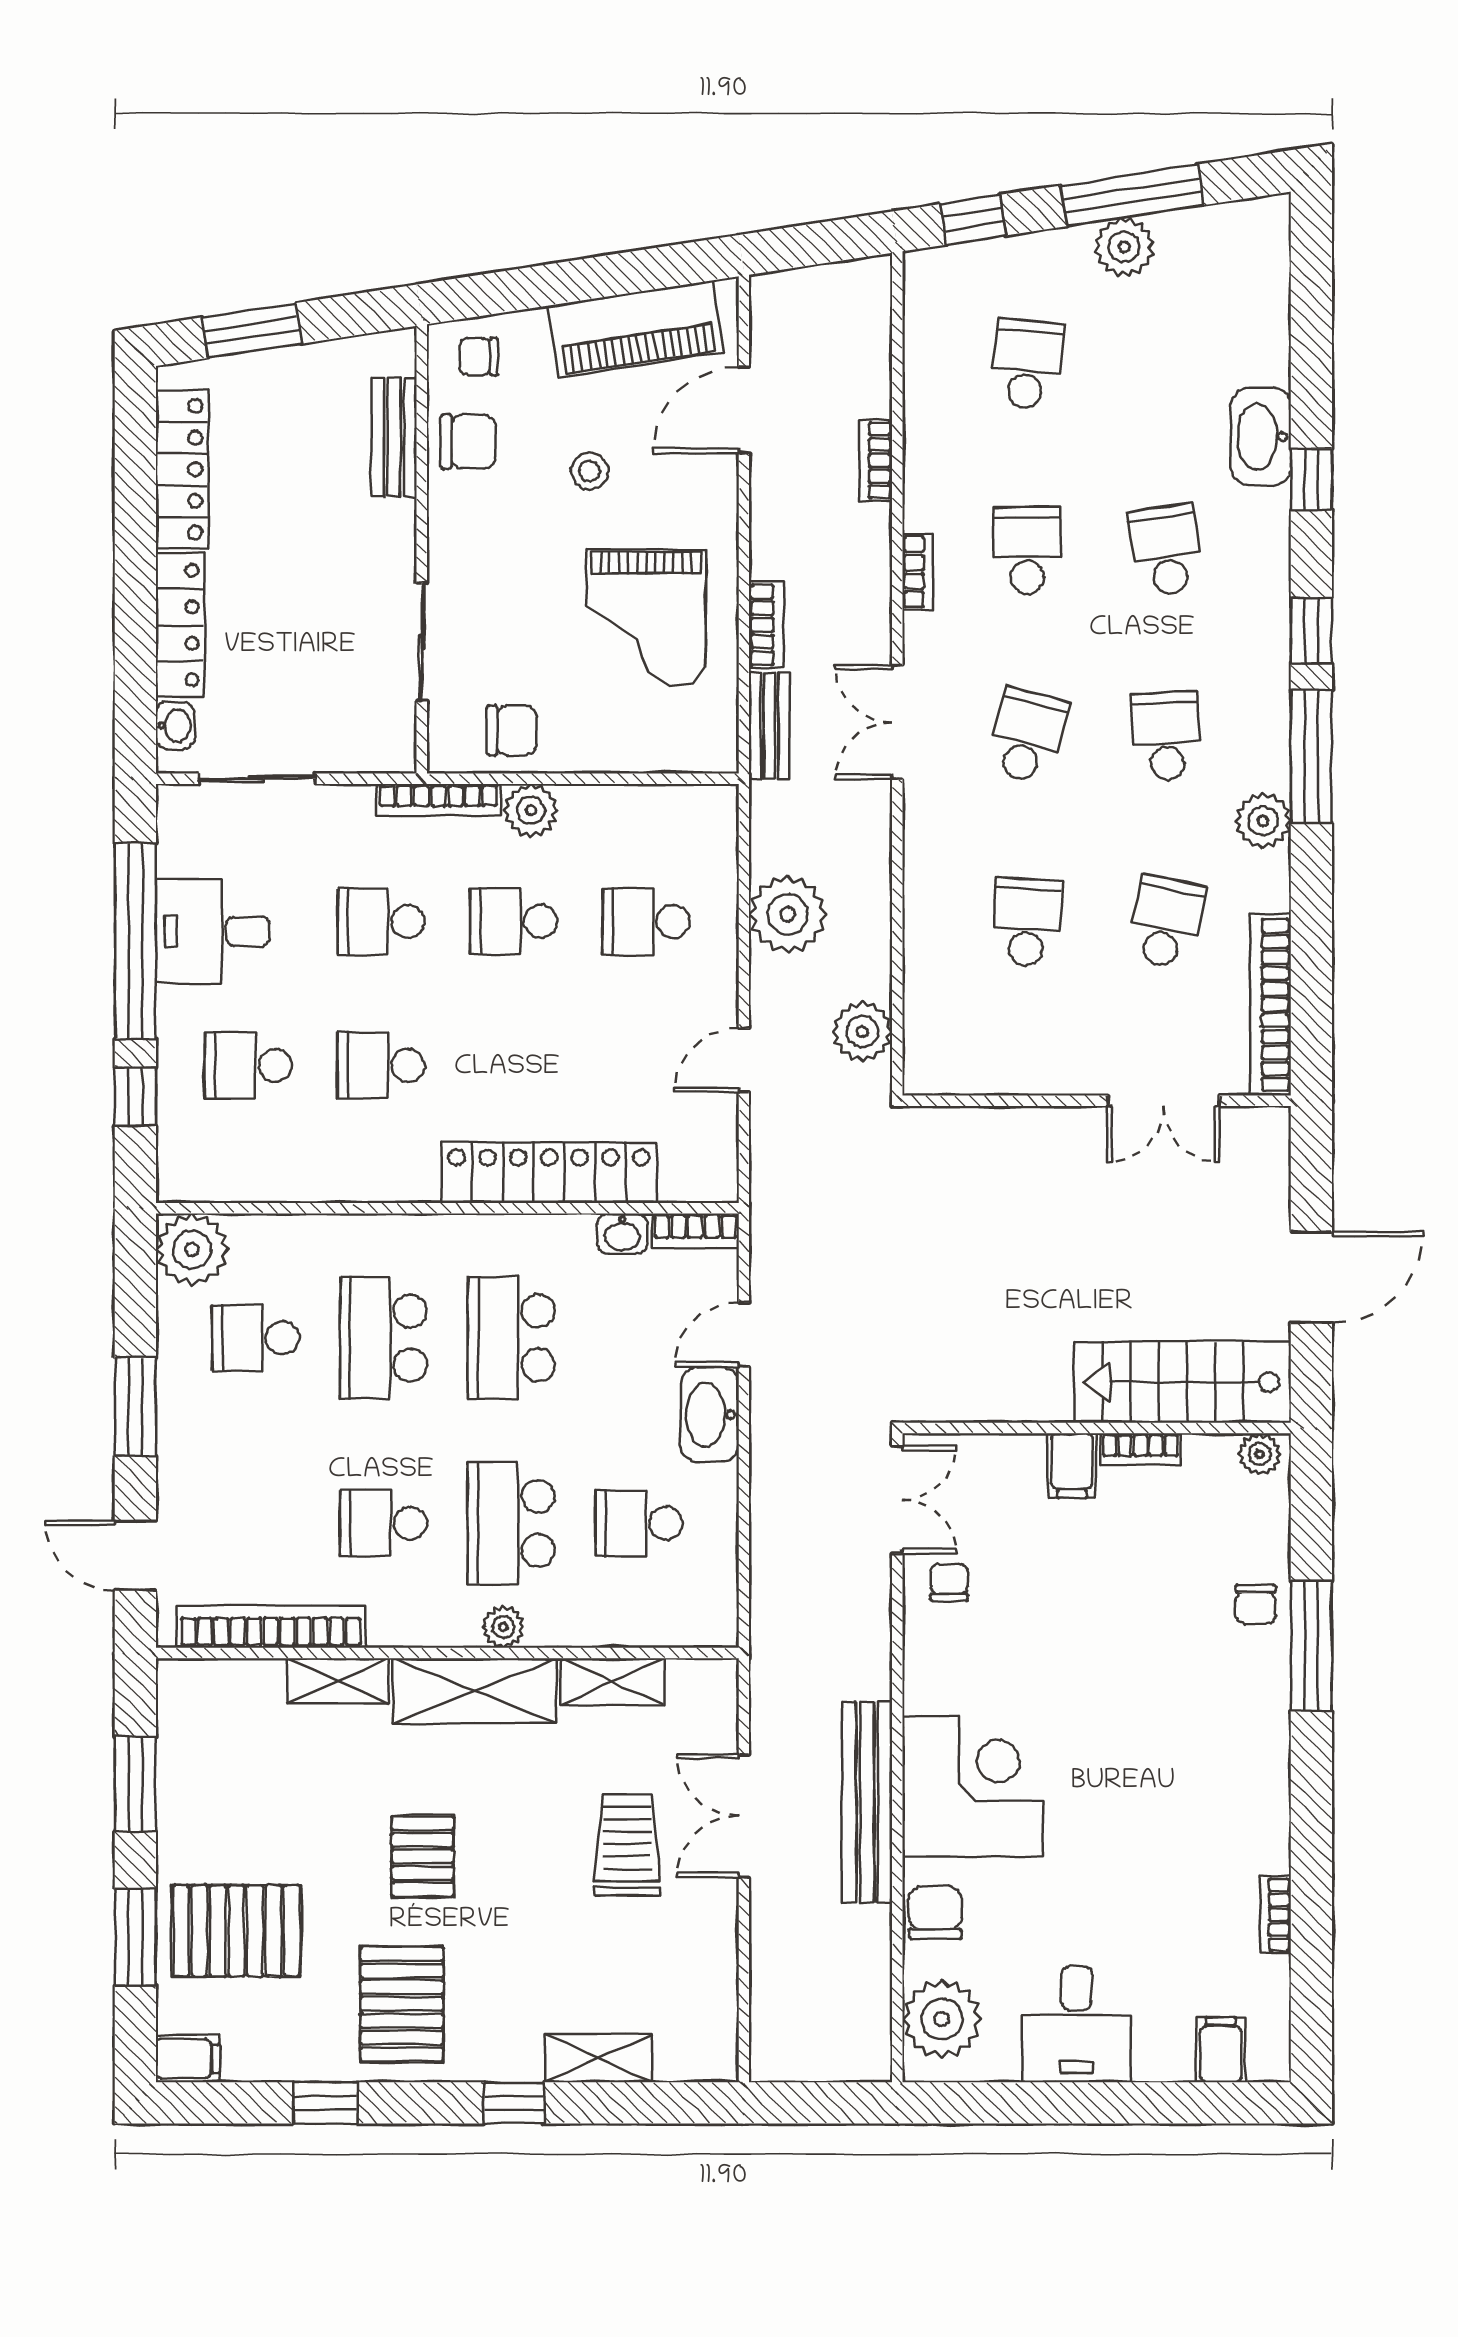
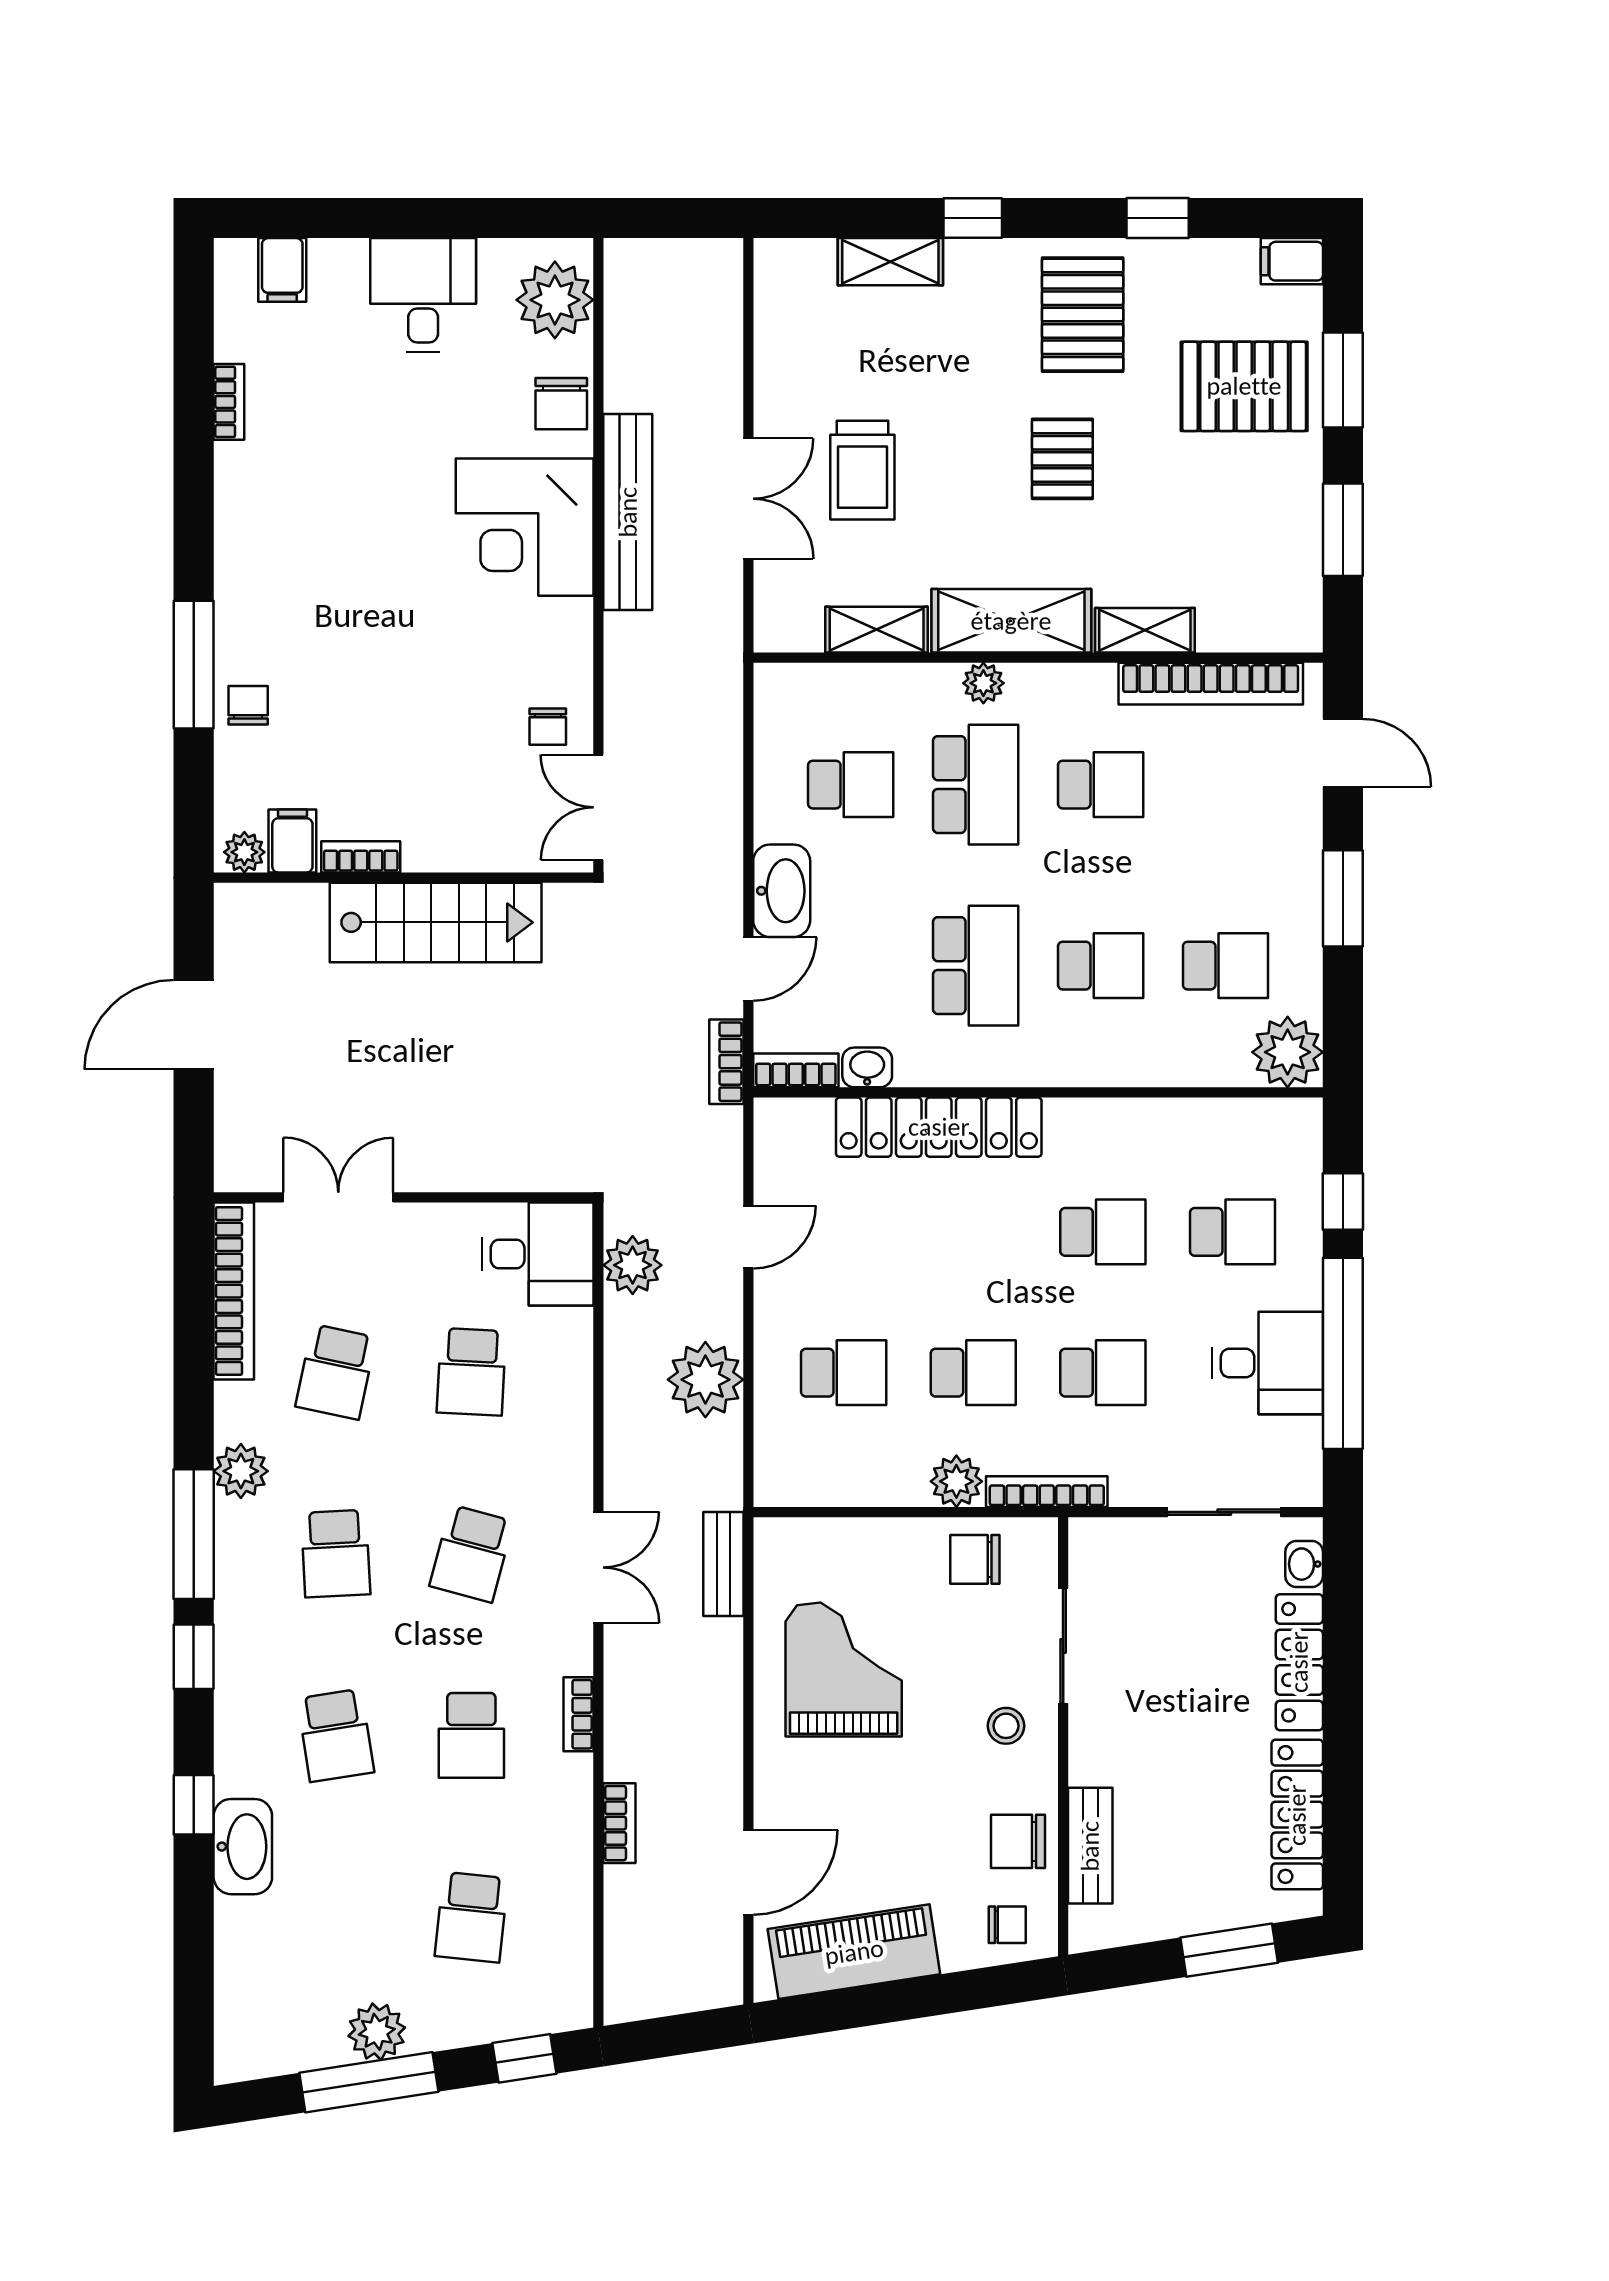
stool: (589, 471) -> (1006, 1726), moved
bookcase: (766, 625) -> (726, 1062), moved
desk: (959, 1043) -> (538, 1254), added
school desk: (383, 1338) -> (1101, 966), width x0.54
stairs: (1183, 1382) -> (436, 922), moved
filing cabinet: (1072, 1466) -> (292, 841), moved

